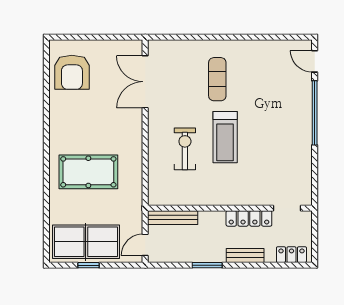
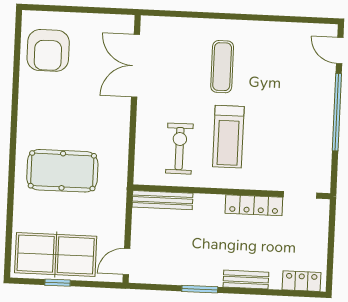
wall: (230, 208) -> (232, 192), moved
doorway: (287, 208) -> (300, 195), moved
bench: (173, 218) -> (162, 200), moved
locker: (249, 218) -> (254, 205), moved

